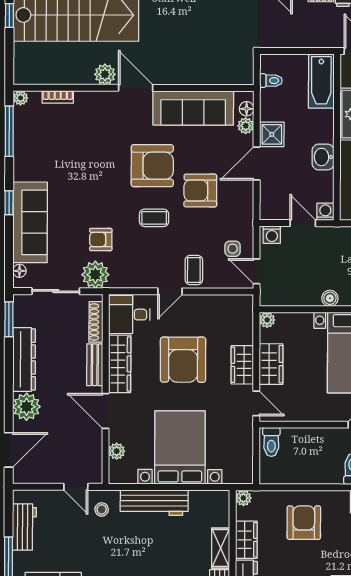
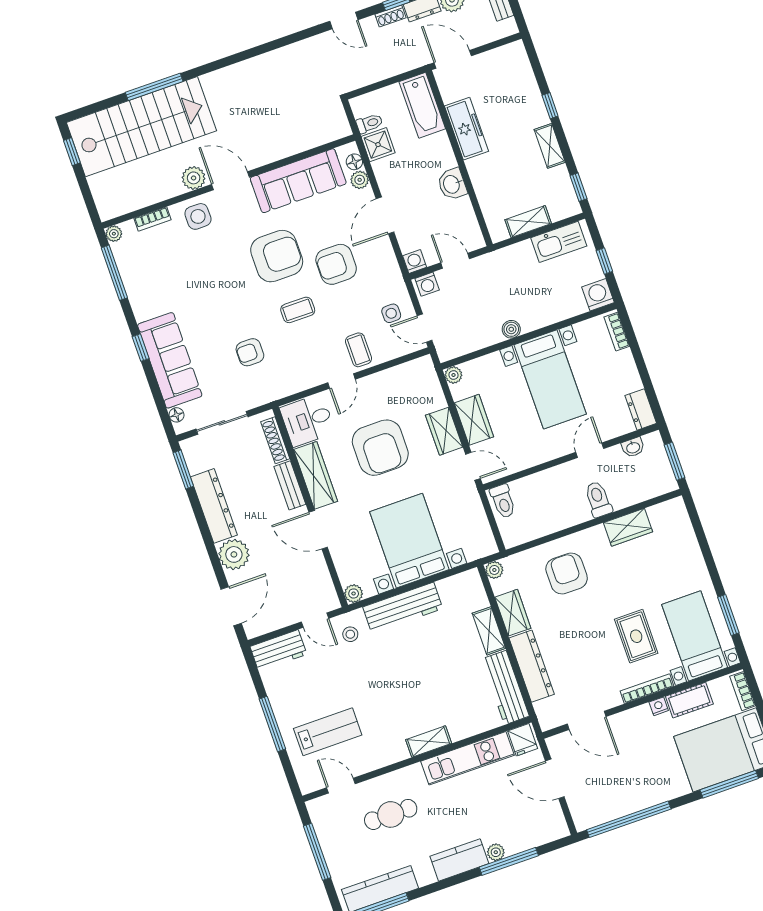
side table: (97, 108) -> (198, 216), added
shower: (272, 134) -> (378, 145), moved
washing machine: (325, 212) -> (415, 261), moved
plant: (95, 275) -> (257, 391), removed
plant: (117, 451) -> (354, 593), moved
workbench: (24, 527) -> (278, 650), moved, turned 90

